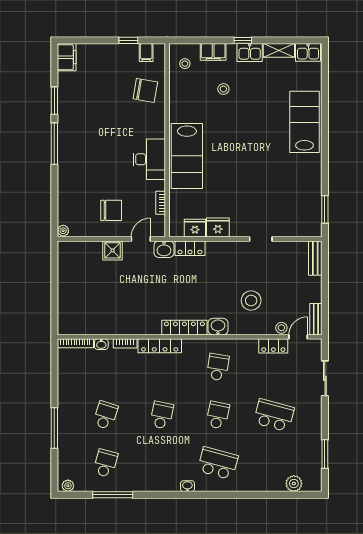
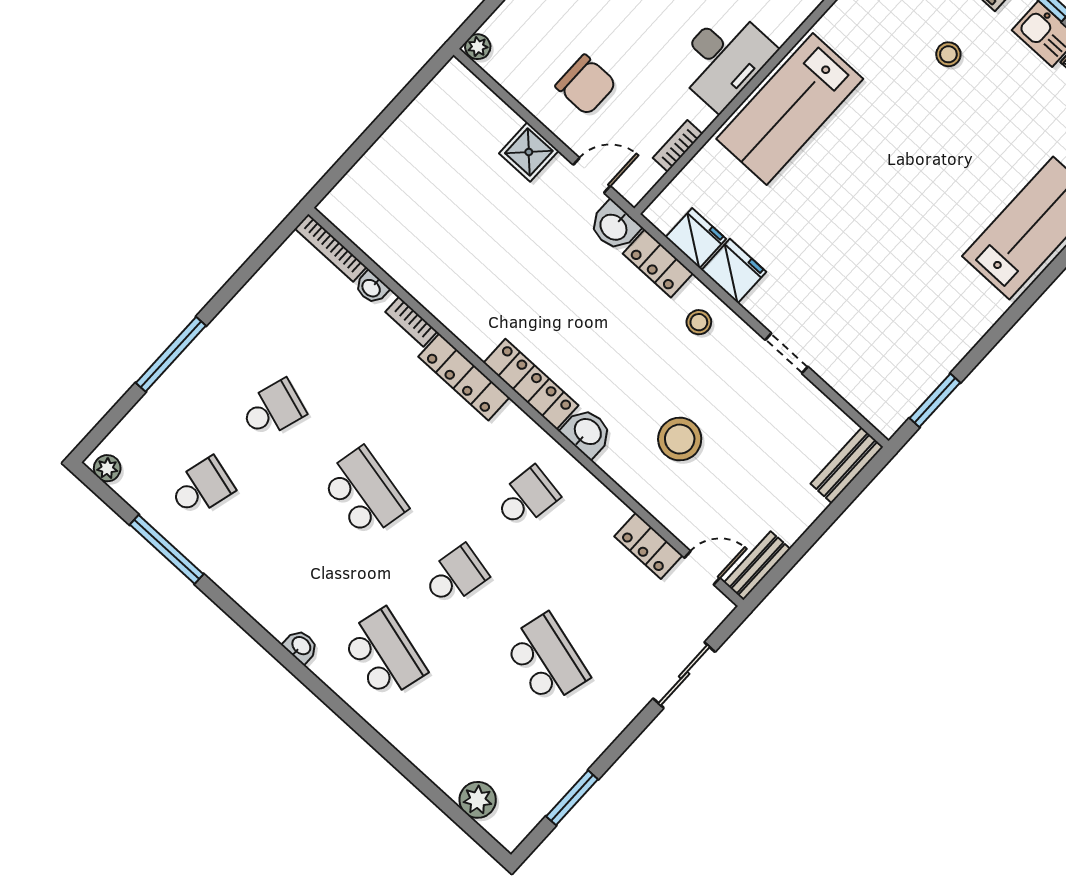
stool: (281, 328) -> (699, 322), moved
school desk: (162, 415) -> (364, 493), width x1.85

